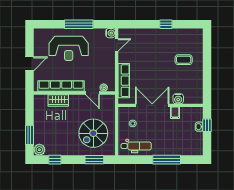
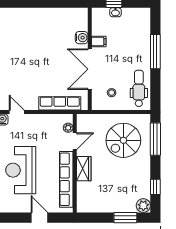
reception desk: (69, 48) -> (21, 170), turned 180
coffee table: (184, 60) -> (34, 31), removed
wardrobe: (58, 100) -> (84, 169), moved
spiral stairs: (93, 133) -> (123, 140), turned 90
window: (94, 160) -> (155, 139), width x1.44

